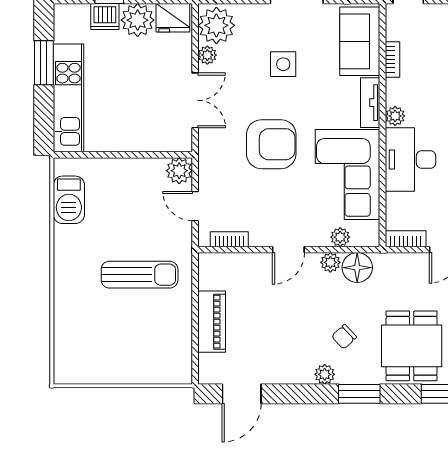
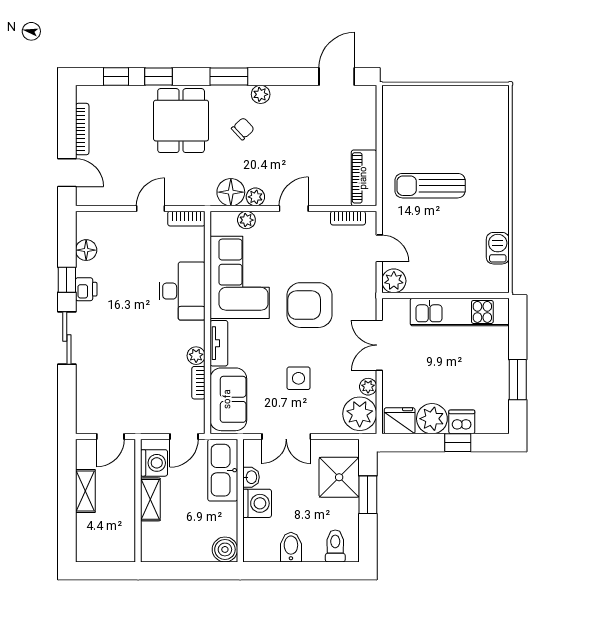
kitchen unit: (68, 98) -> (460, 312), moved, turned -90
plant: (395, 116) -> (196, 356), moved
barbecue: (69, 200) -> (498, 248), width x0.73, depth x0.79
piano: (212, 322) -> (364, 178), moved

